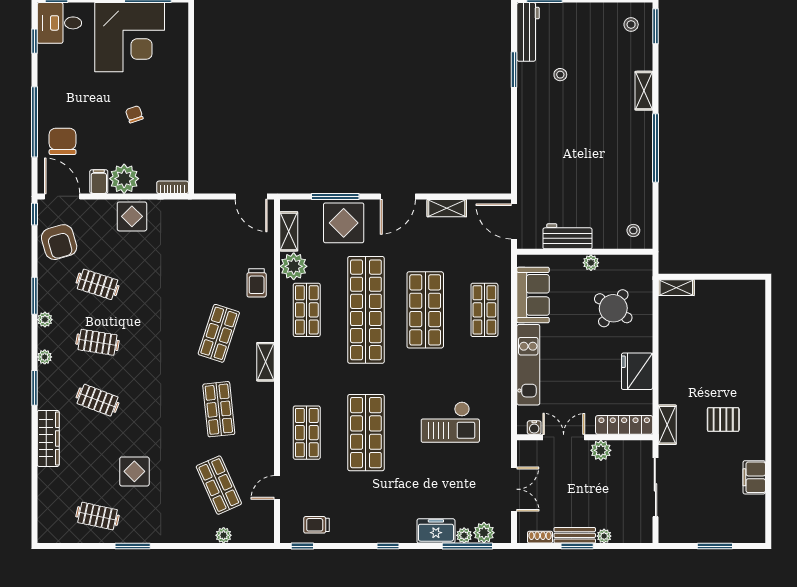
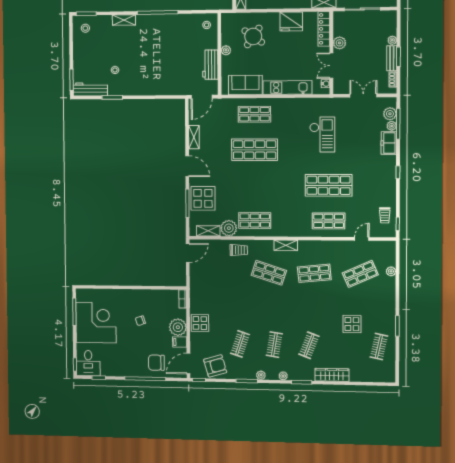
shop shelf: (366, 310) -> (255, 185), removed
door: (277, 487) -> (362, 239), swing flipped

